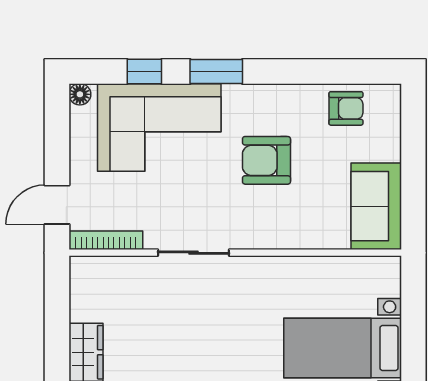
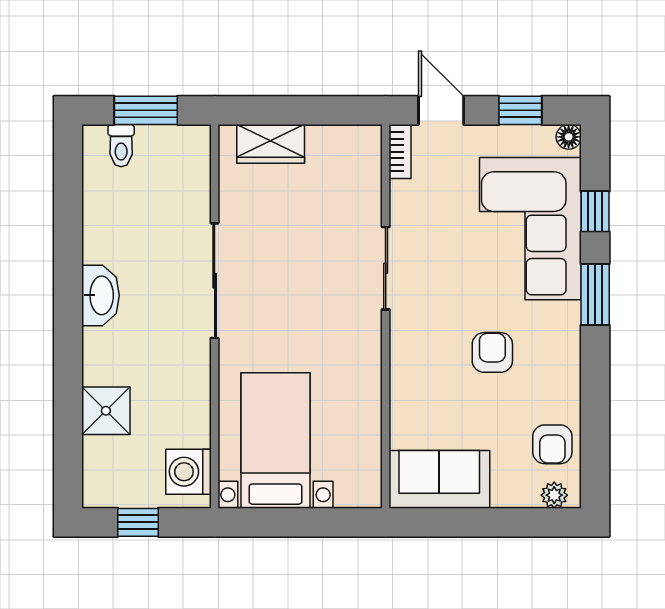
plant: (390, 107) -> (554, 495), added
window: (57, 136) -> (520, 110), added
armchair: (266, 160) -> (492, 352), width x0.72, depth x0.72
bookcase: (106, 240) -> (400, 152), width x0.64

